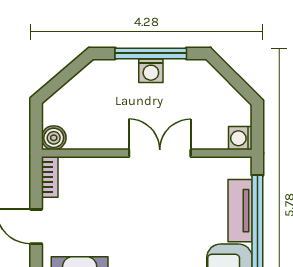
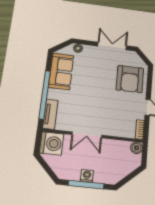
washing machine: (240, 138) -> (52, 143), width x1.89, depth x1.89
tv unit: (240, 211) -> (50, 114), moved

